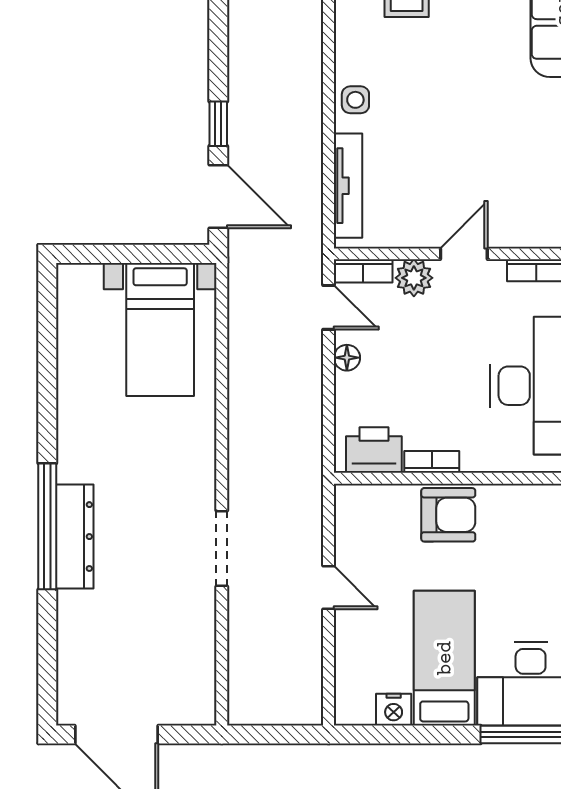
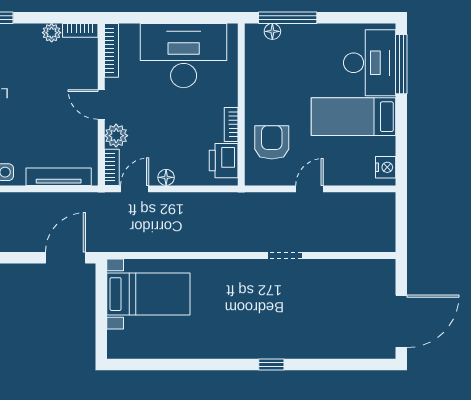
window: (218, 124) -> (20, 258), removed
armchair: (448, 515) -> (272, 142), moved
window: (47, 526) -> (271, 364), width x0.32
dresser: (75, 537) -> (278, 347), removed
doorway: (222, 549) -> (285, 256), width x0.73
nightstand: (394, 710) -> (386, 167), moved

